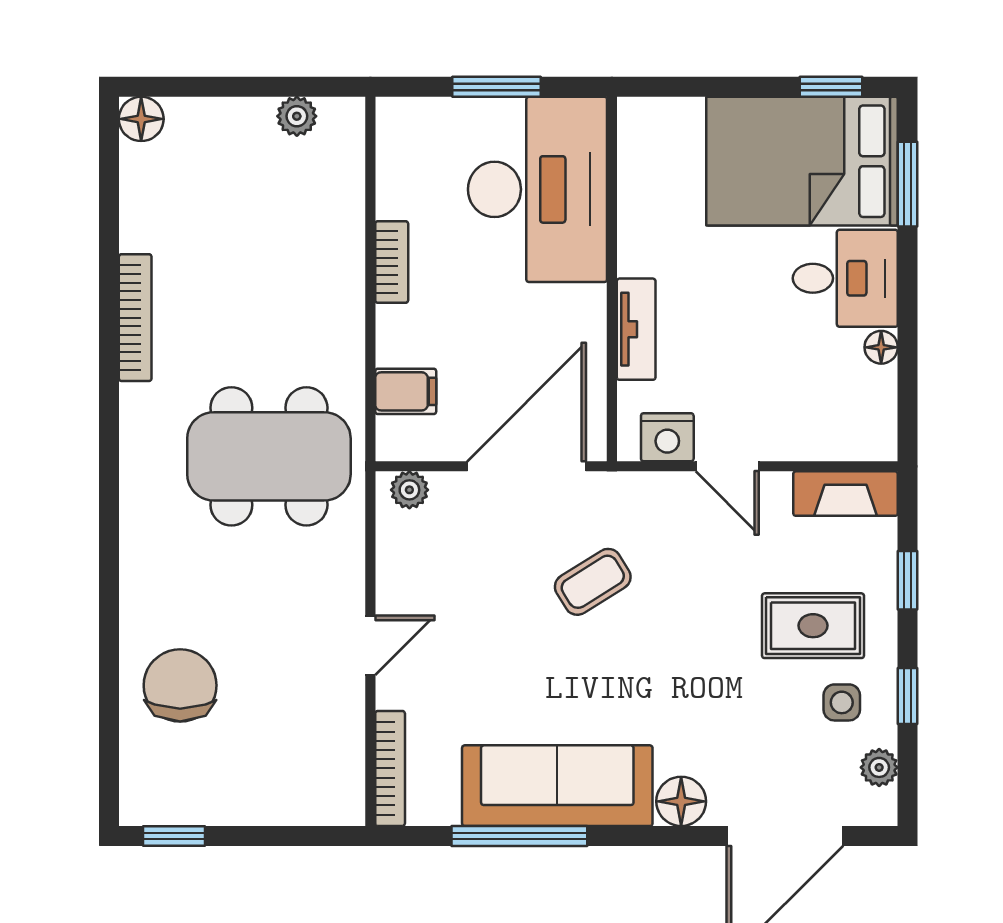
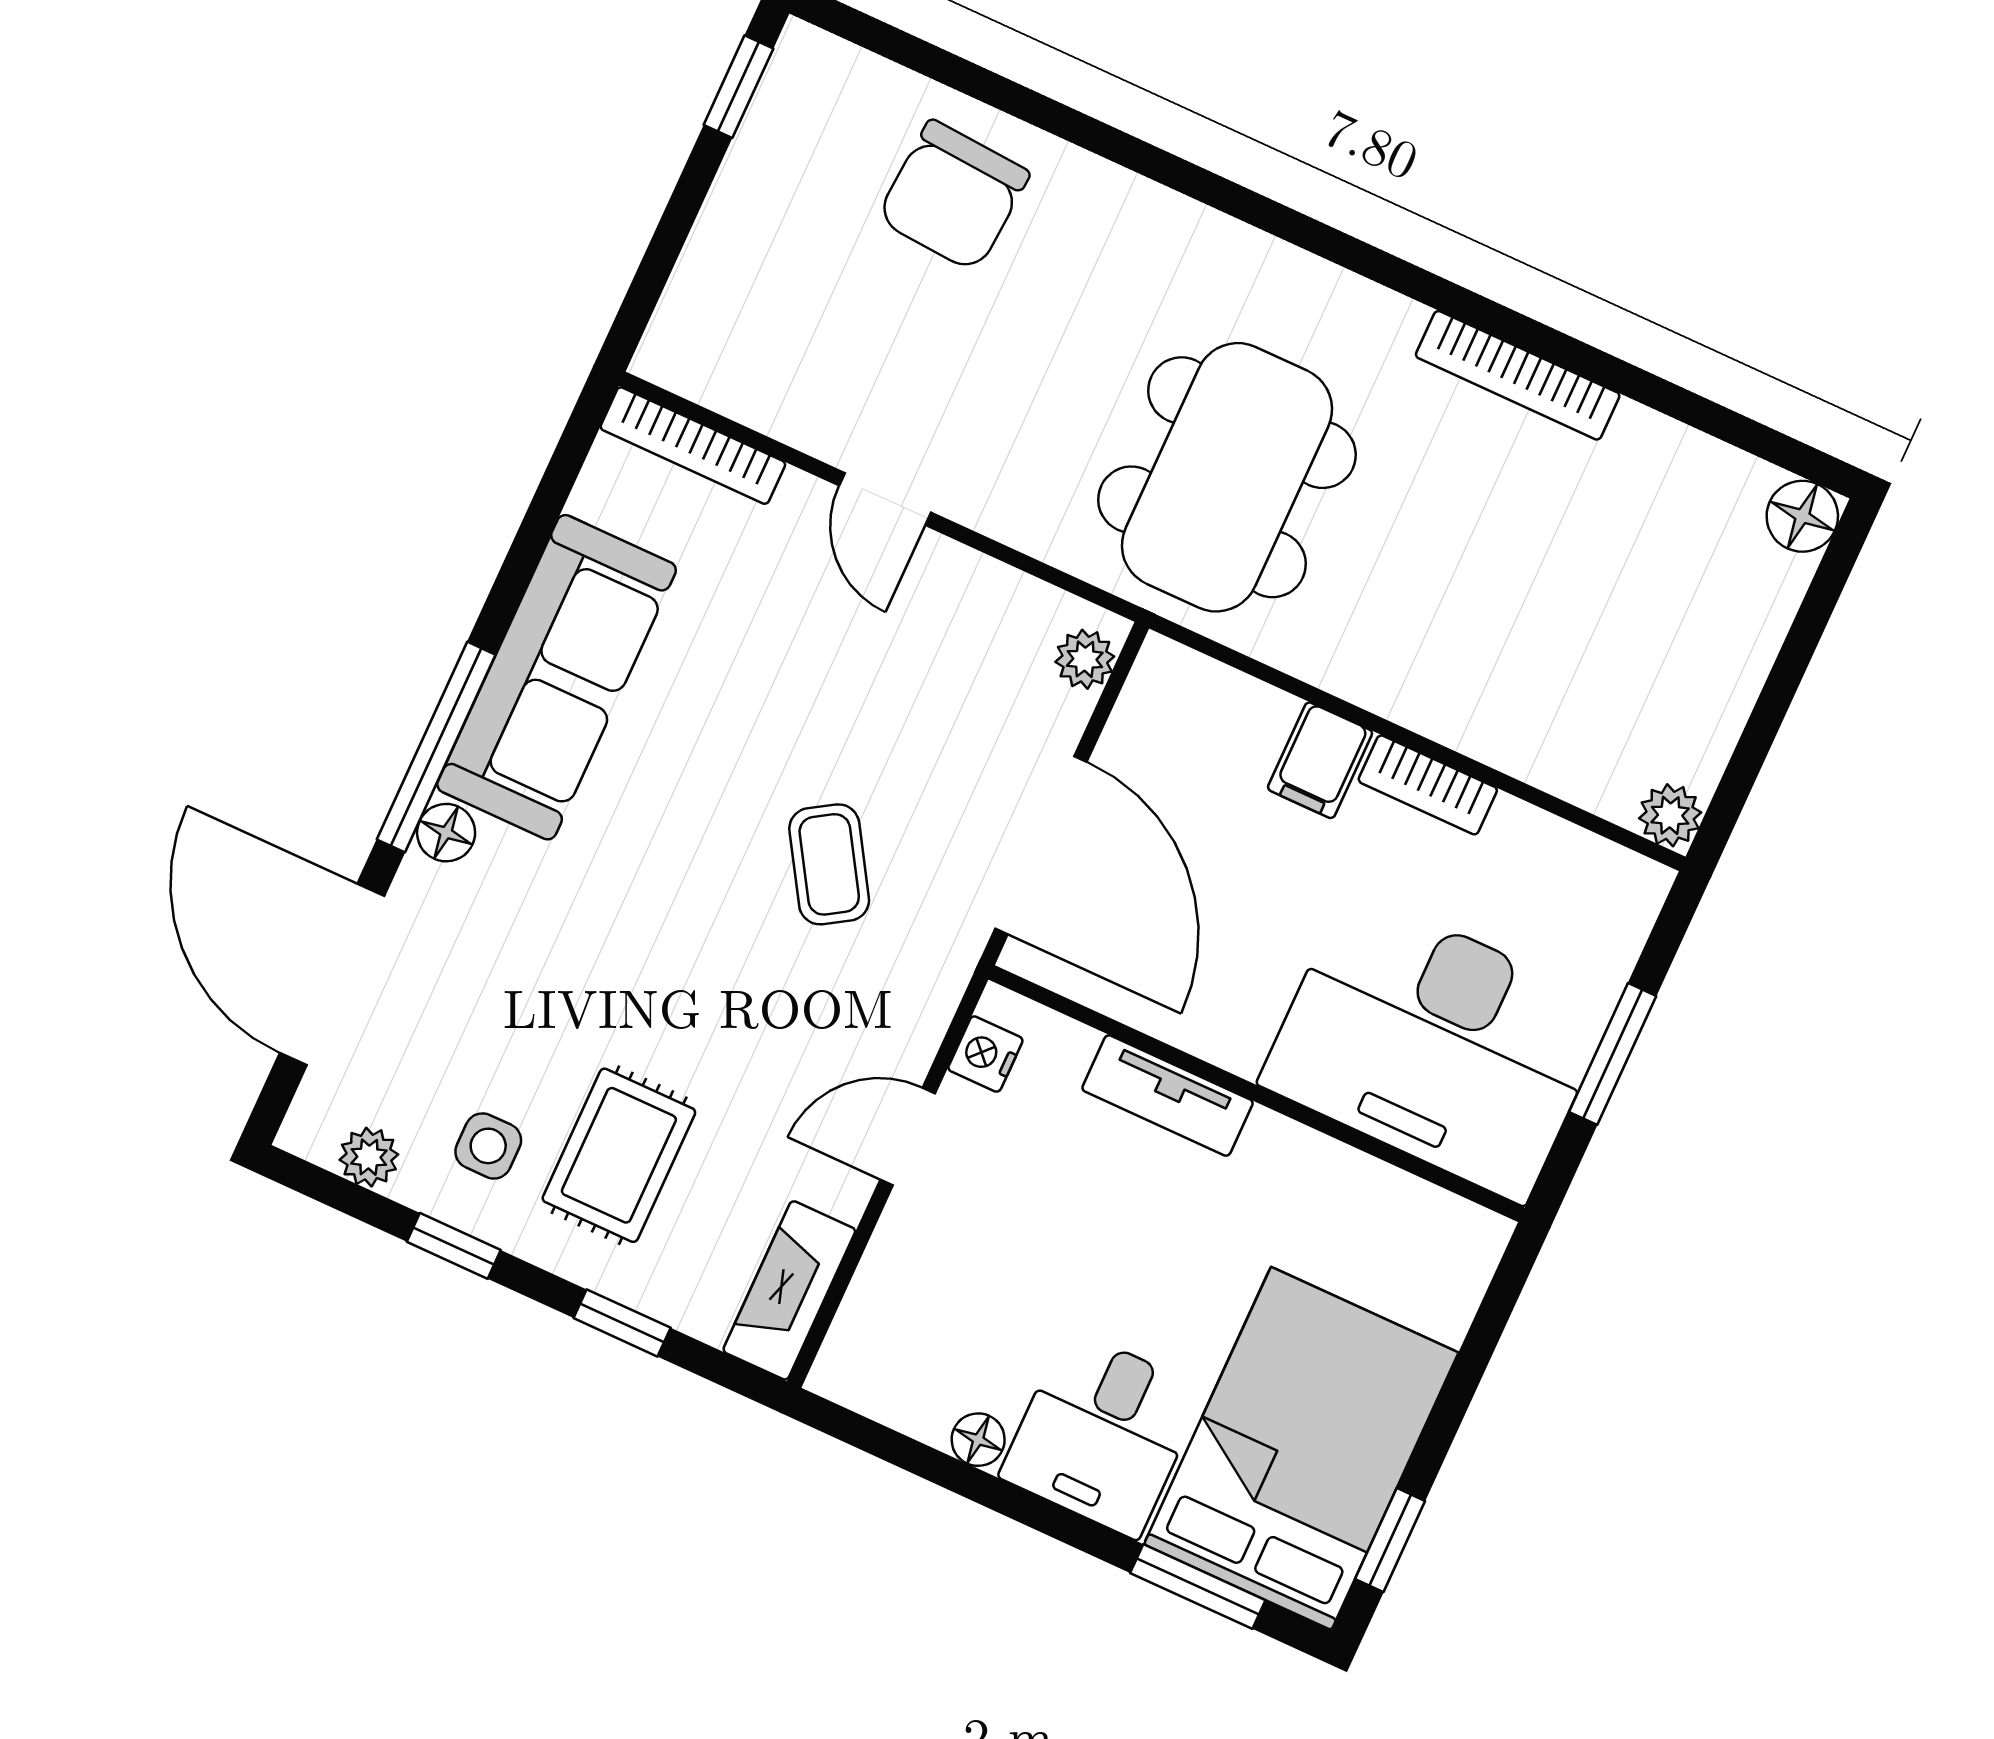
plant: (297, 116) -> (1670, 815), moved
filing cabinet: (406, 391) -> (1320, 760), moved
nightstand: (667, 437) -> (985, 1054), width x0.72, depth x0.74
chair: (180, 685) -> (953, 196), turned 94
floor lamp: (681, 801) -> (446, 833), width x0.73, depth x0.73
window: (519, 836) -> (436, 747), moved

